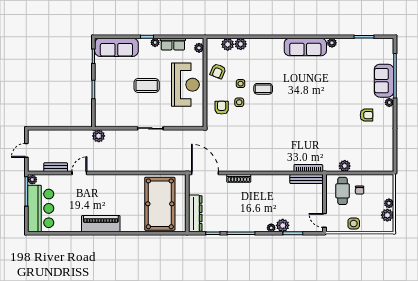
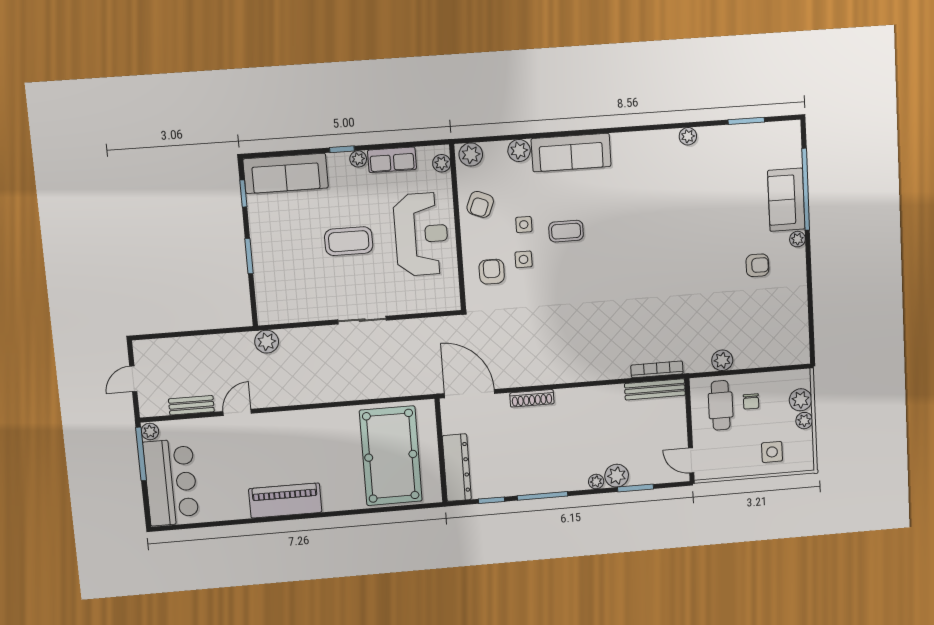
plant: (228, 44) -> (471, 155), moved
sofa: (305, 47) -> (571, 153), moved
plant: (387, 215) -> (801, 400), moved
side table: (354, 224) -> (772, 452), moved

